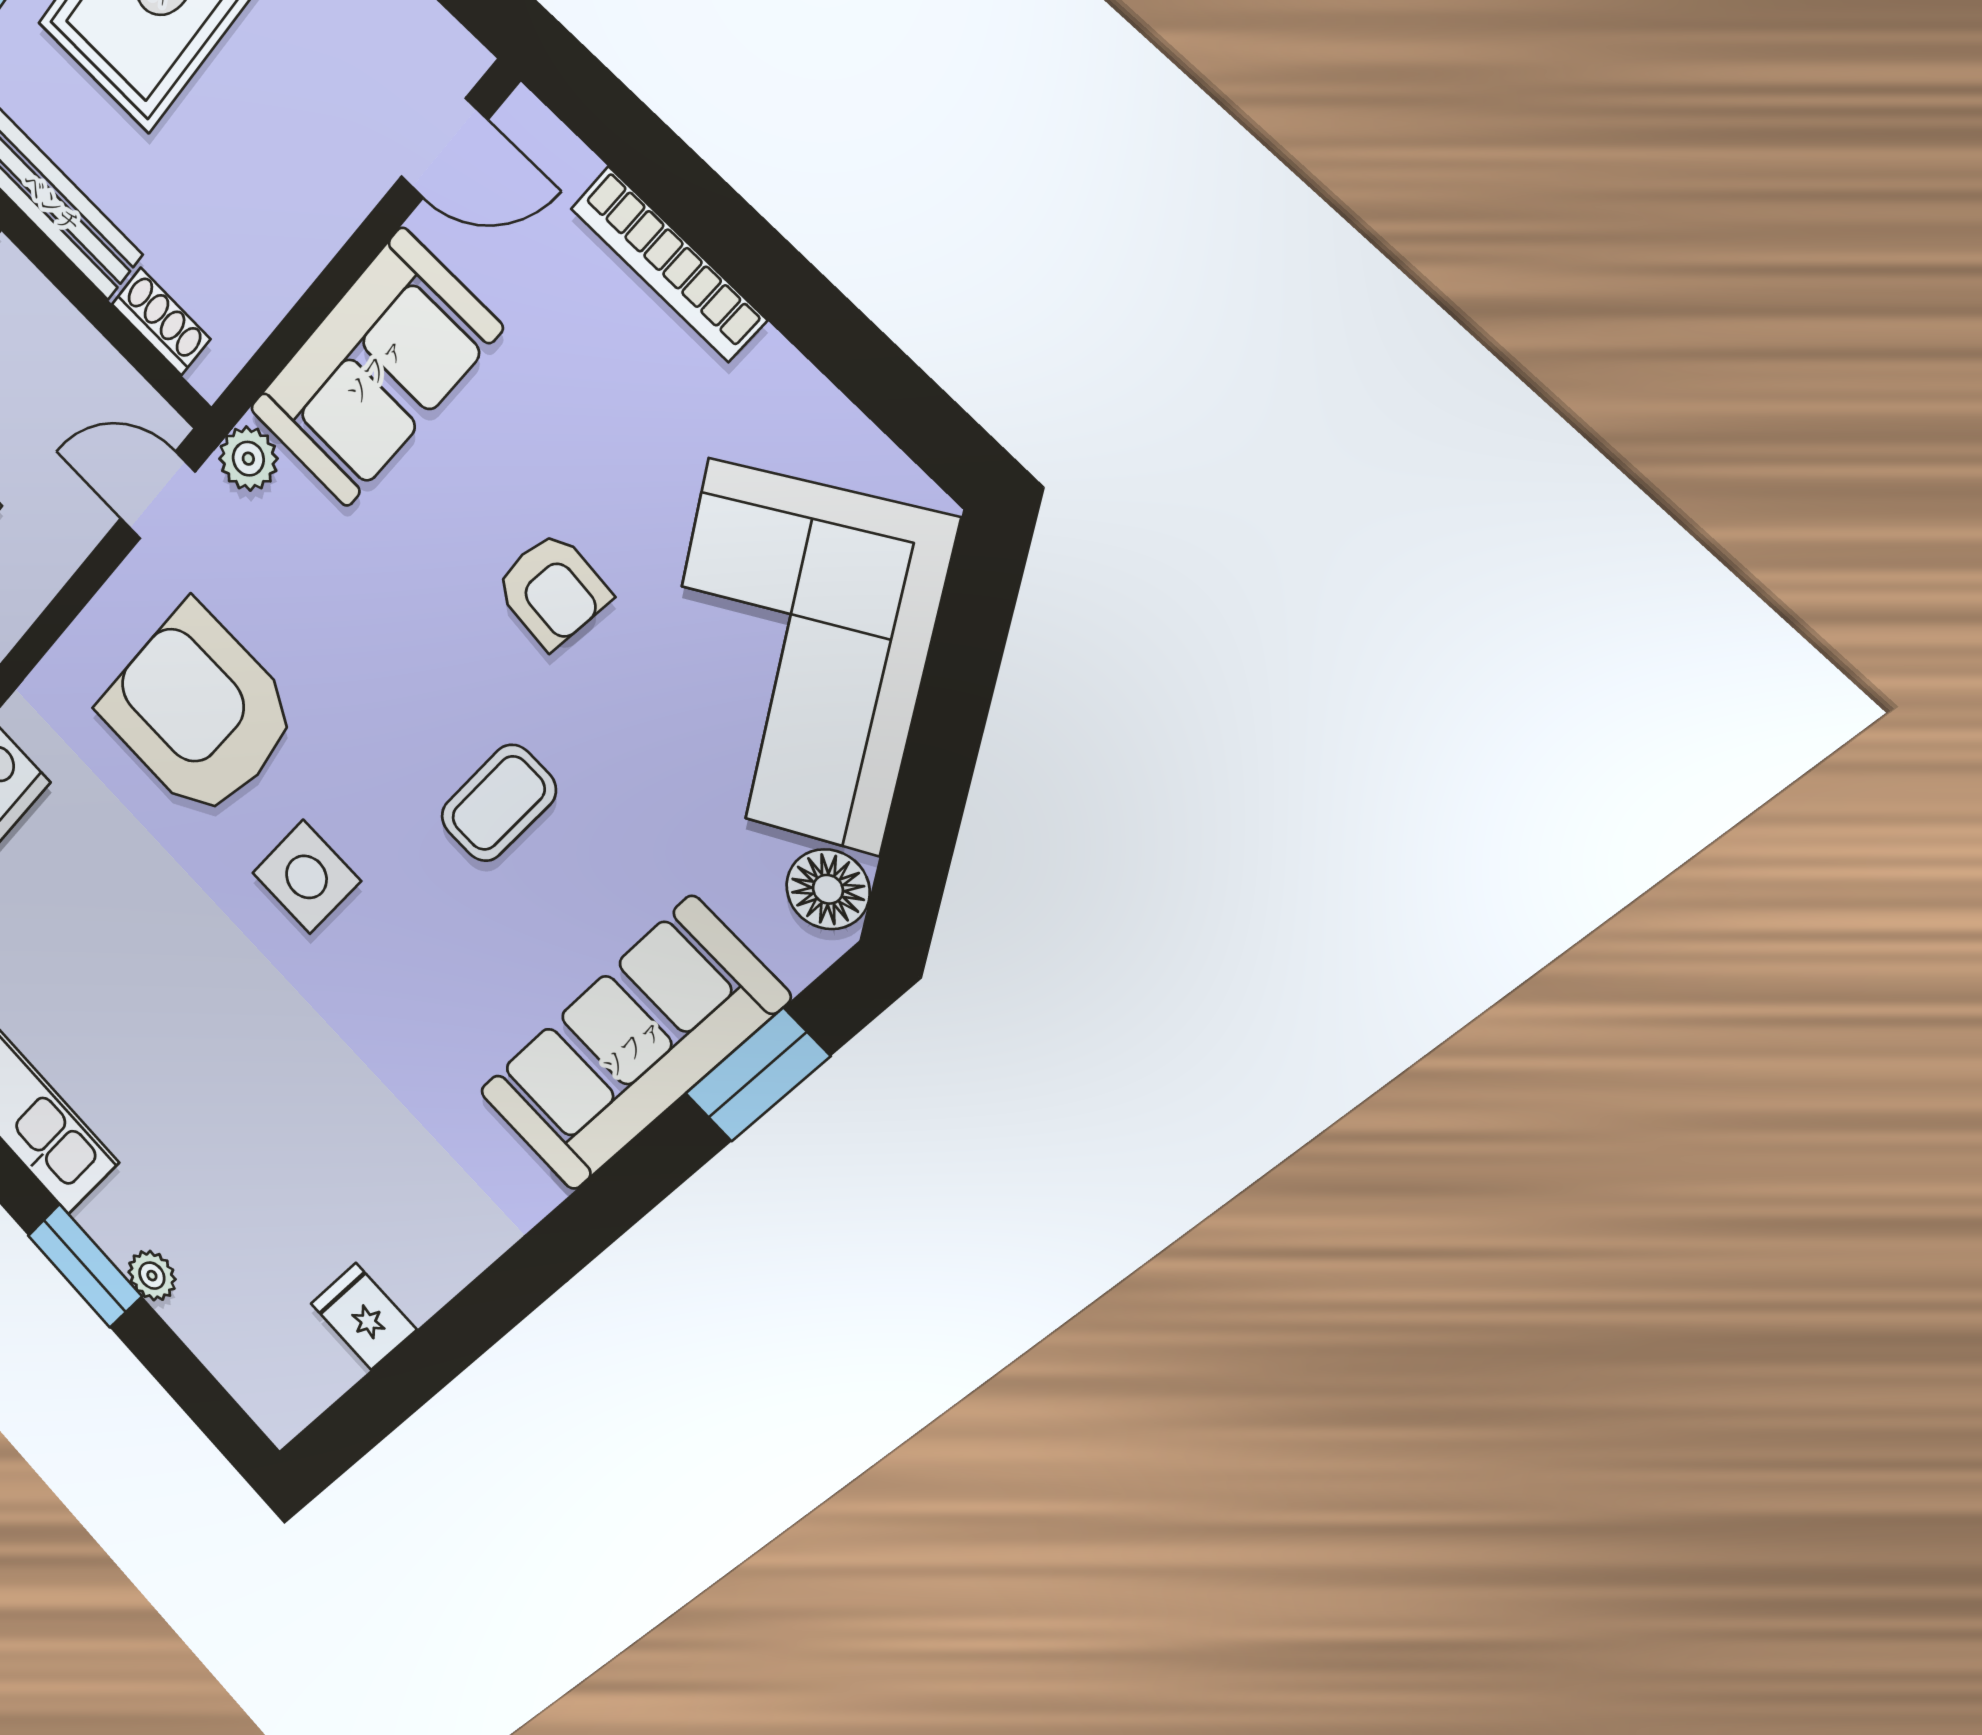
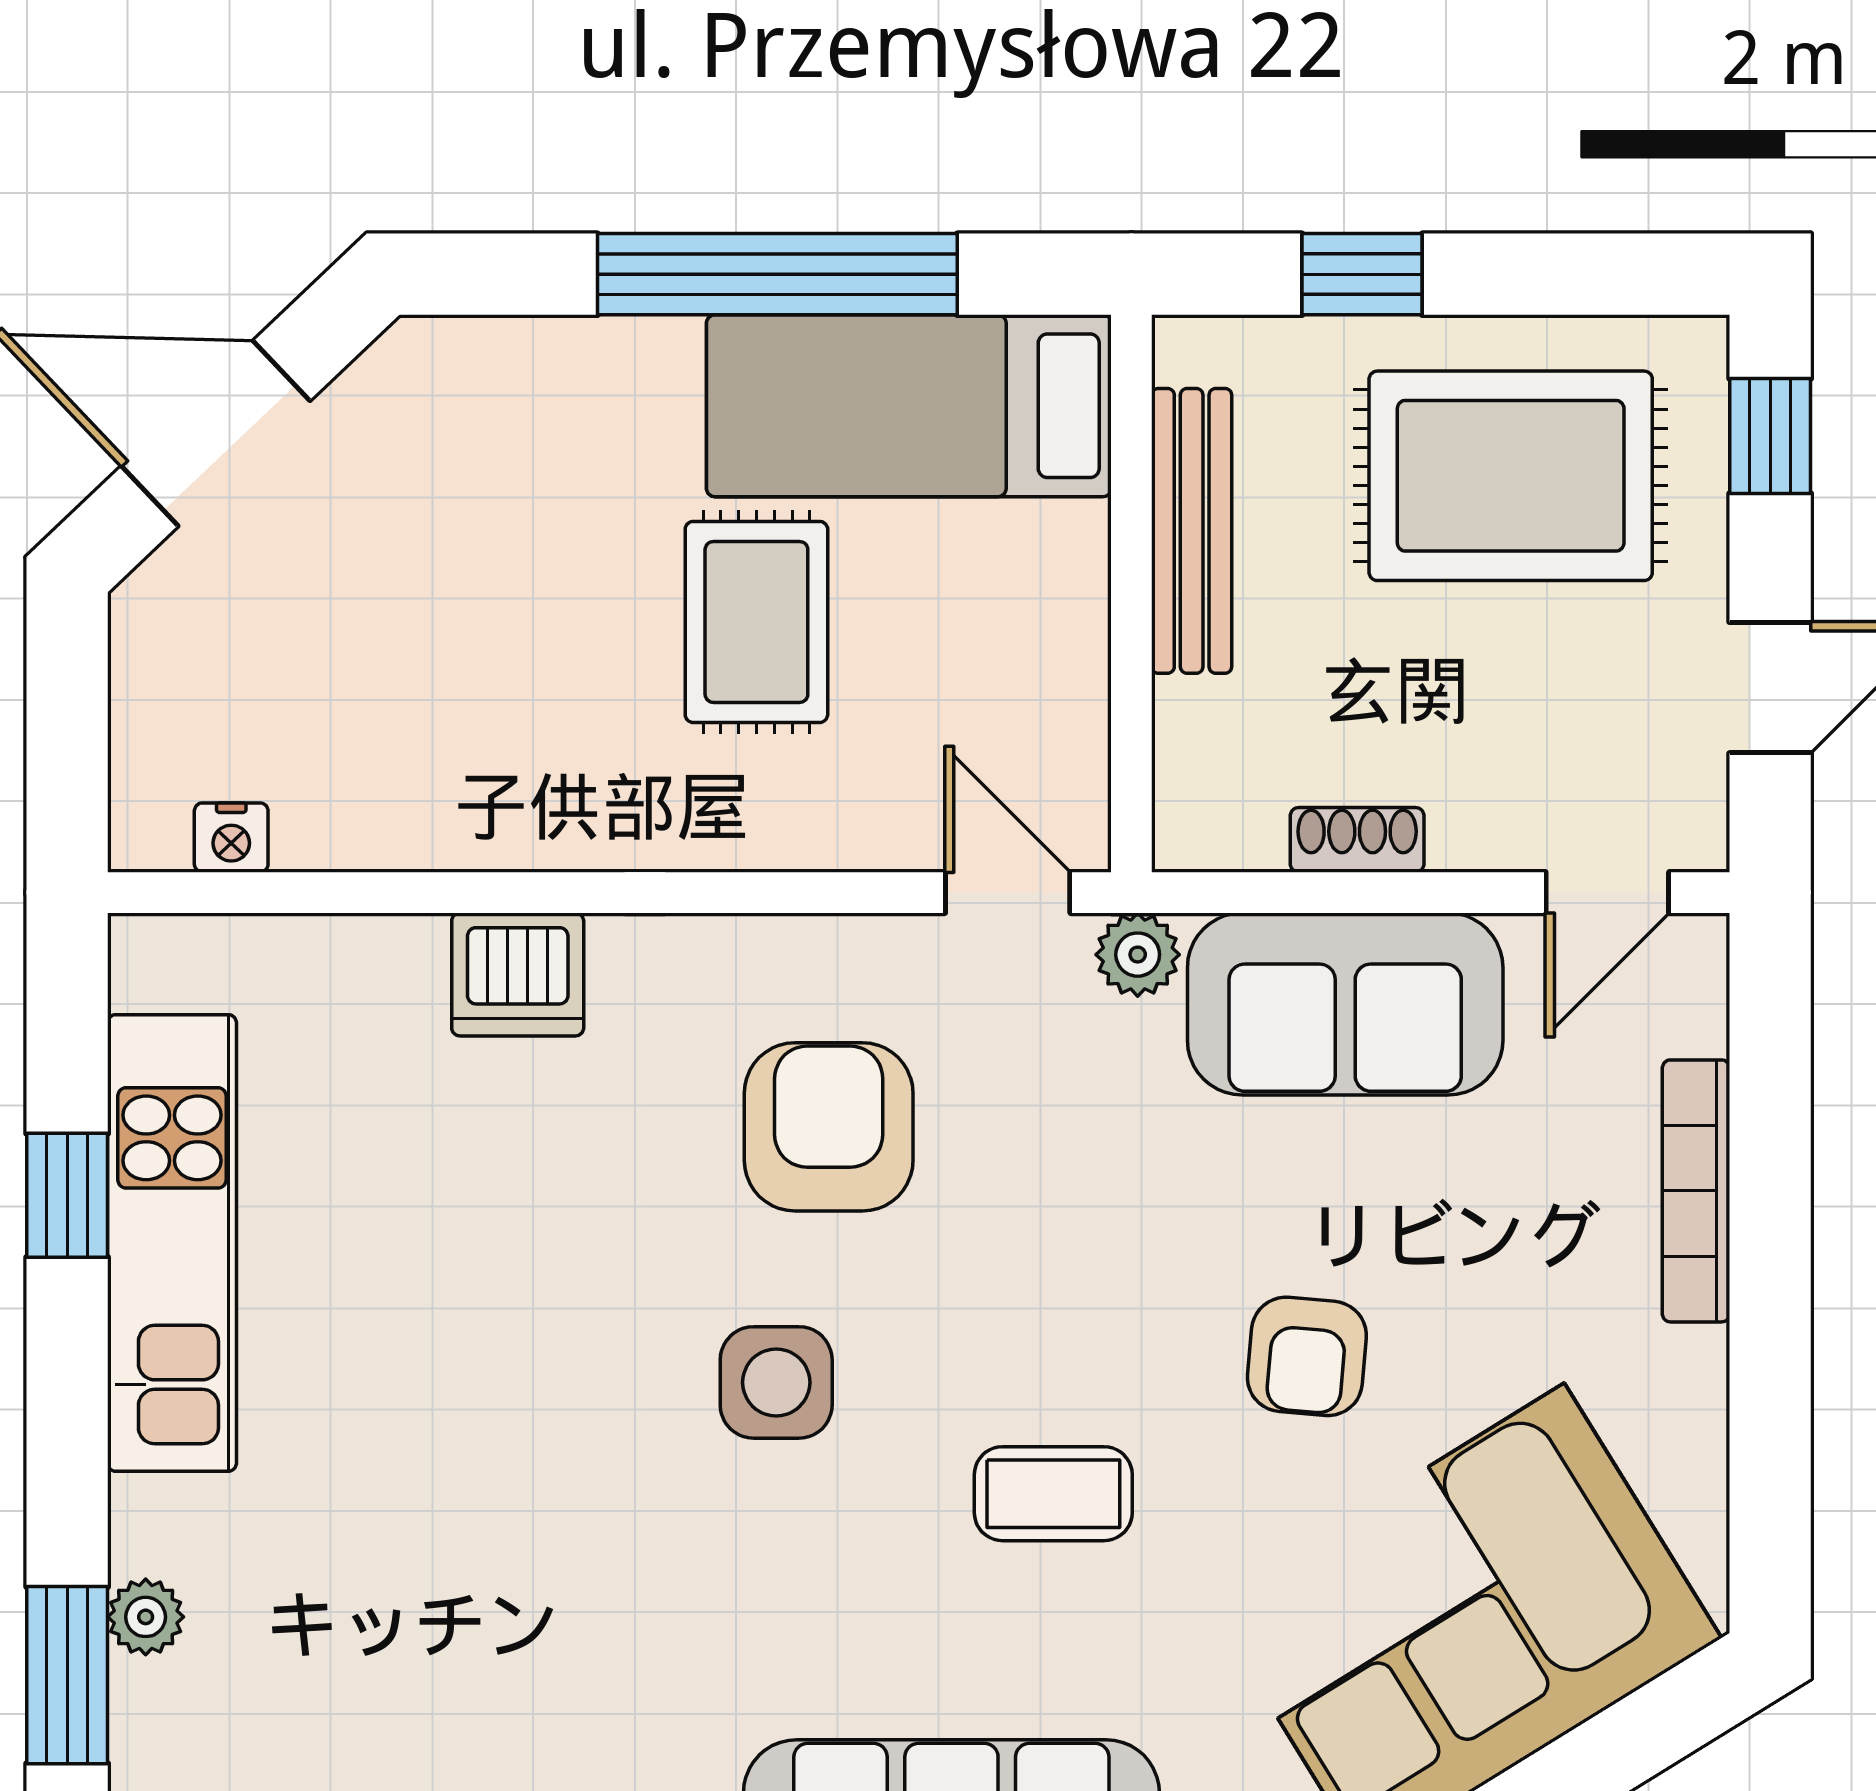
door: (444, 148) -> (1607, 893), hinge flipped
shoe rack: (161, 322) -> (1357, 840), moved, turned -90
armchair: (199, 713) -> (829, 1127), width x0.73, depth x0.73
window: (85, 1266) -> (67, 1675), moved

